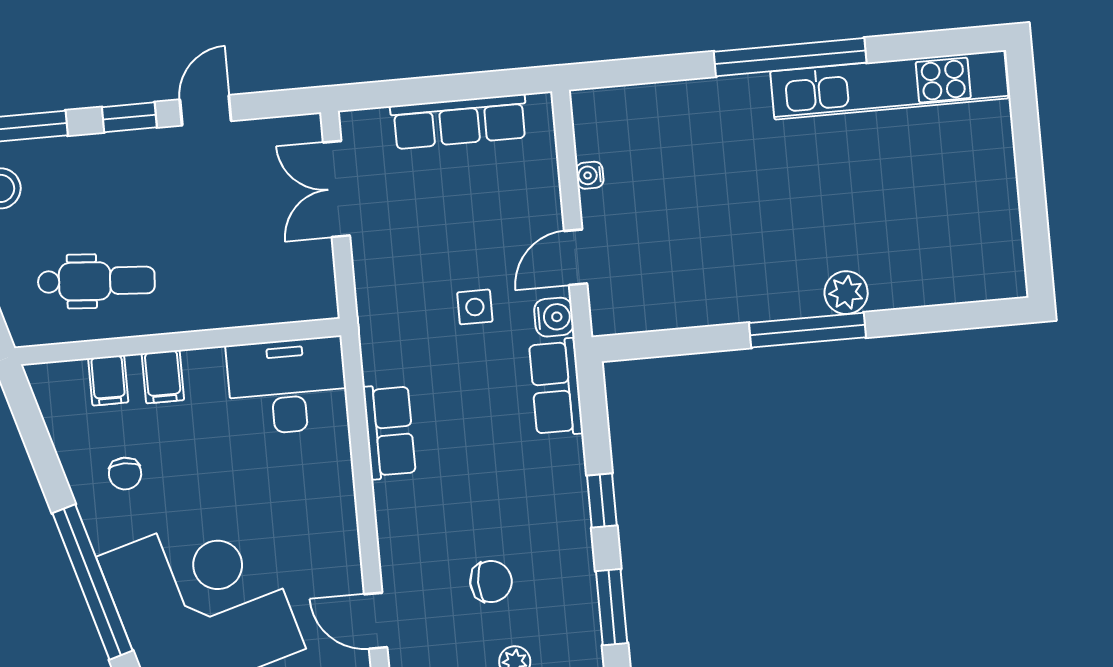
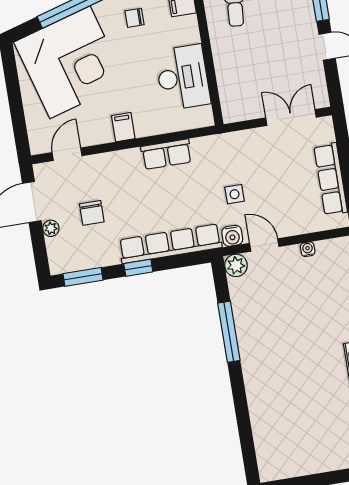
plant: (846, 293) -> (236, 265), moved
window: (808, 330) -> (229, 332), moved
filing cabinet: (163, 377) -> (123, 127), moved, turned 90
desk: (287, 386) -> (183, 77), moved
row of seats: (556, 387) -> (170, 244), width x2.02

